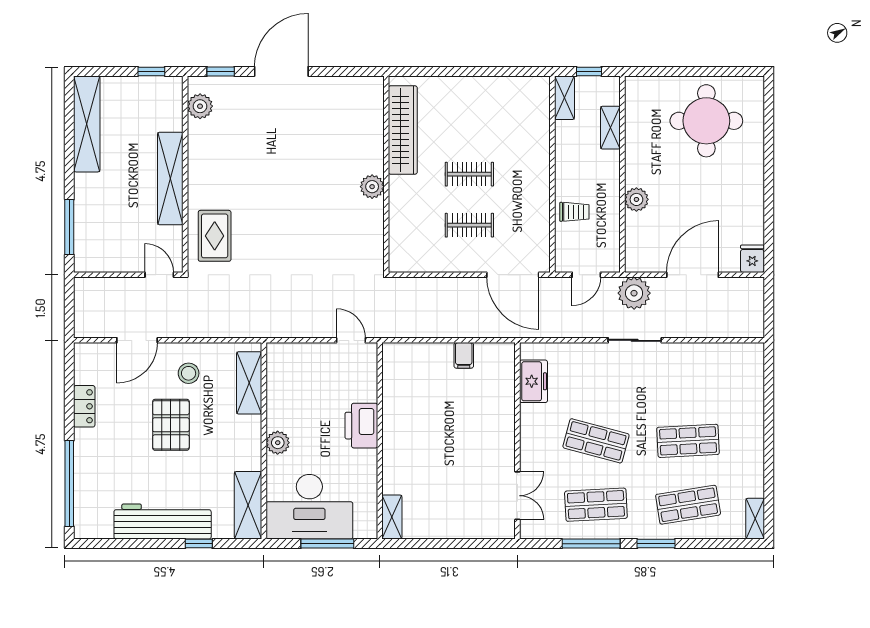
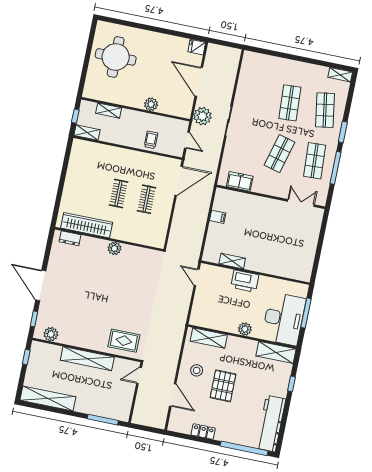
dresser: (374, 106) -> (70, 238), added
door: (351, 340) -> (197, 277), hinge flipped
pallet: (171, 425) -> (223, 386), turned 90
shelving: (392, 517) -> (232, 261), moved
workbench: (163, 522) -> (271, 424), moved

